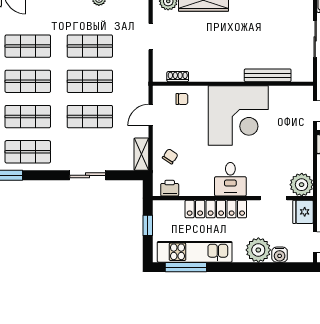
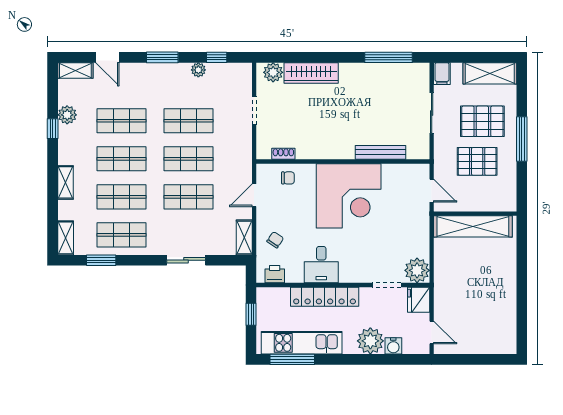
desk: (230, 179) -> (321, 265), moved

